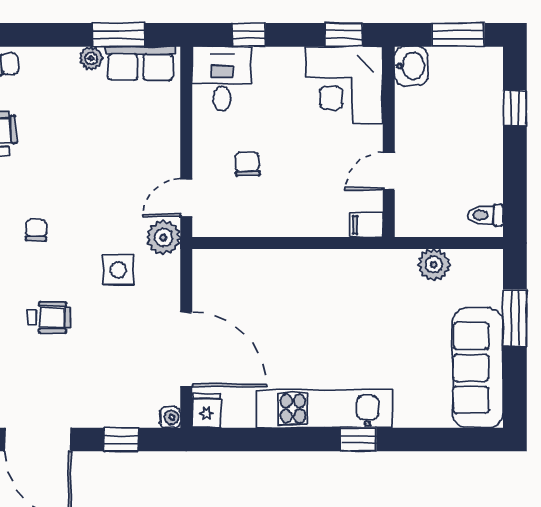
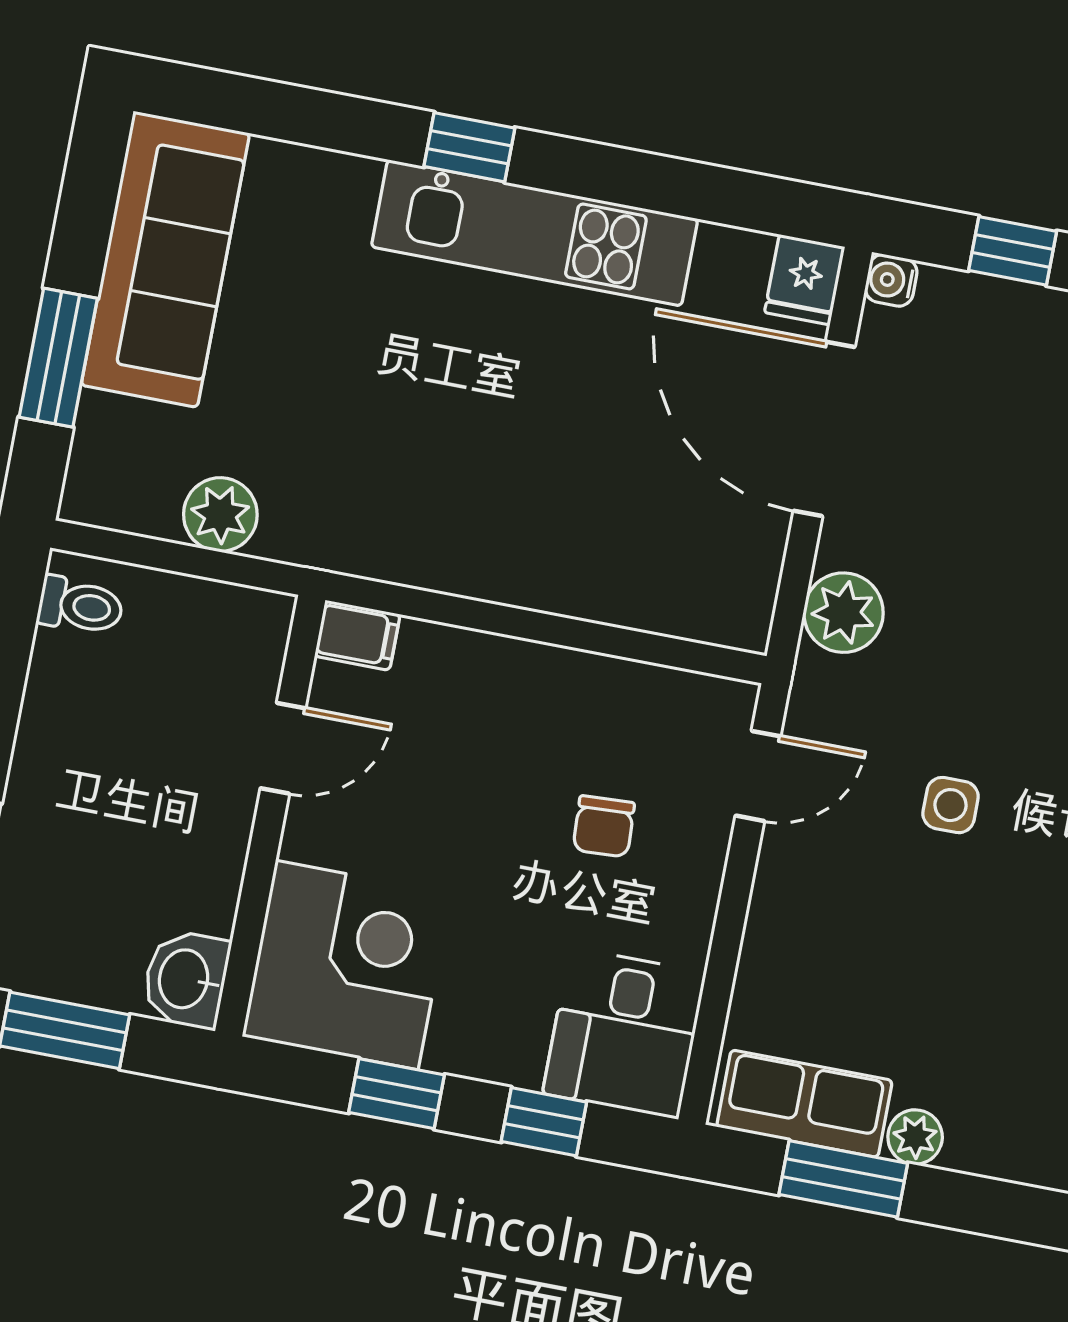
window: (344, 35) -> (397, 1094), moved
plant: (163, 238) -> (843, 613), moved
side table: (118, 270) -> (951, 805), moved, width x0.73, depth x0.73

